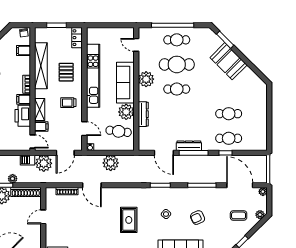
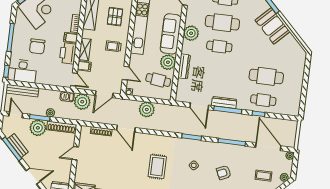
cafe table: (229, 114) -> (266, 76), width x1.37, depth x1.35

